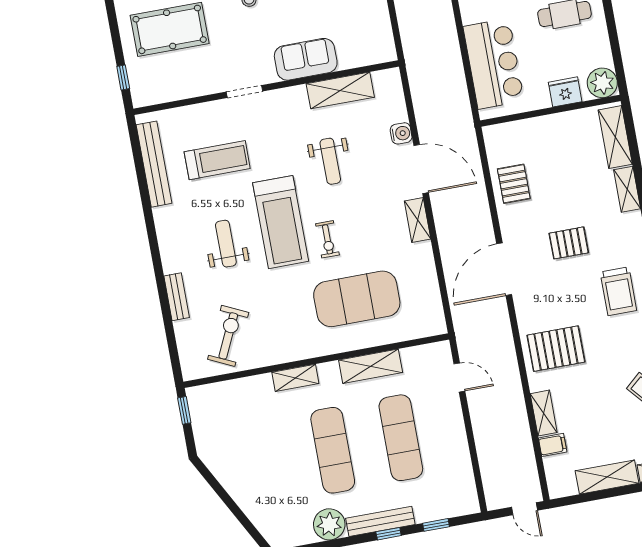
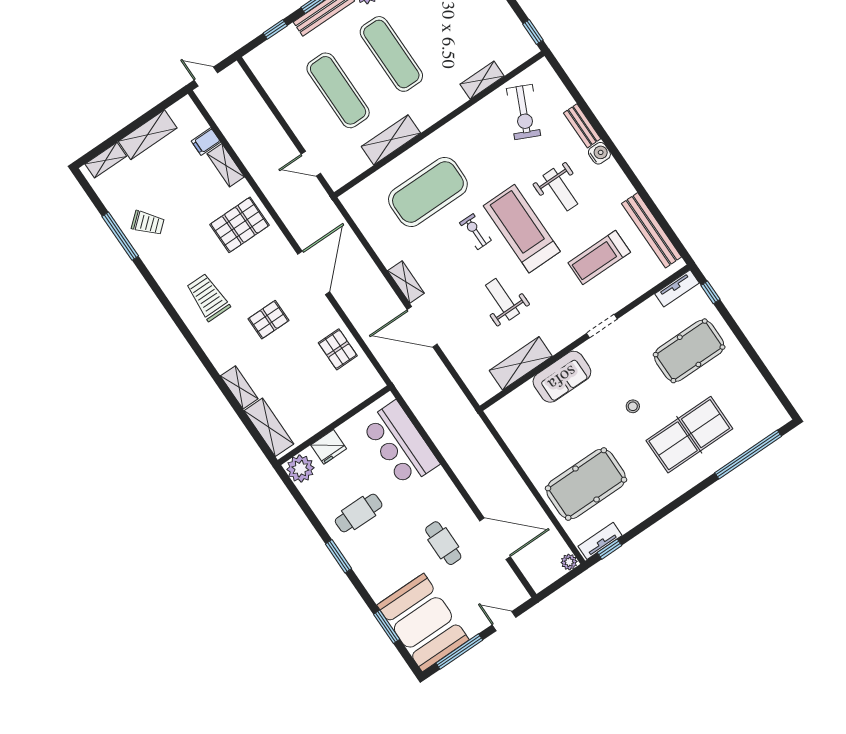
tv unit: (154, 96) -> (677, 288), added
water cooler: (401, 133) -> (599, 153), moved, turned 180
shelving: (295, 378) -> (482, 80), moved

